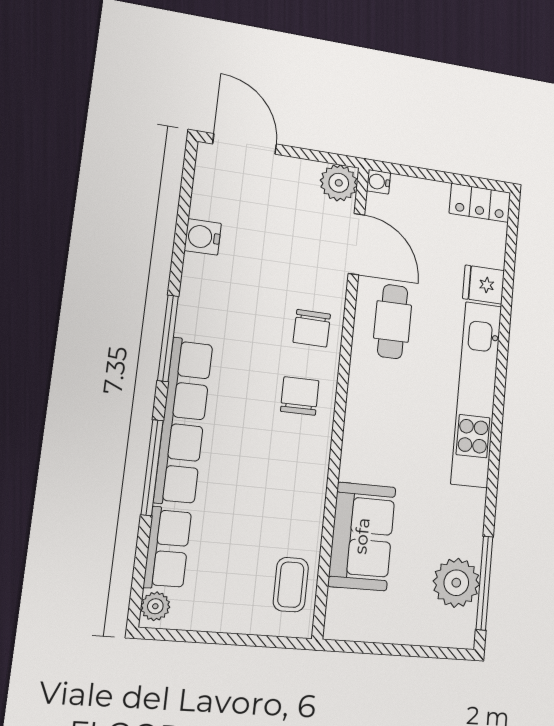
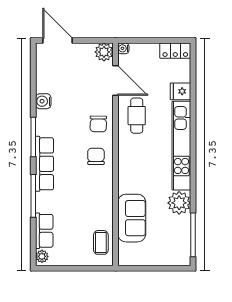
water cooler: (203, 237) -> (43, 101), moved
row of seats: (183, 421) -> (45, 164), width x0.73
plant: (456, 583) -> (179, 203), moved

